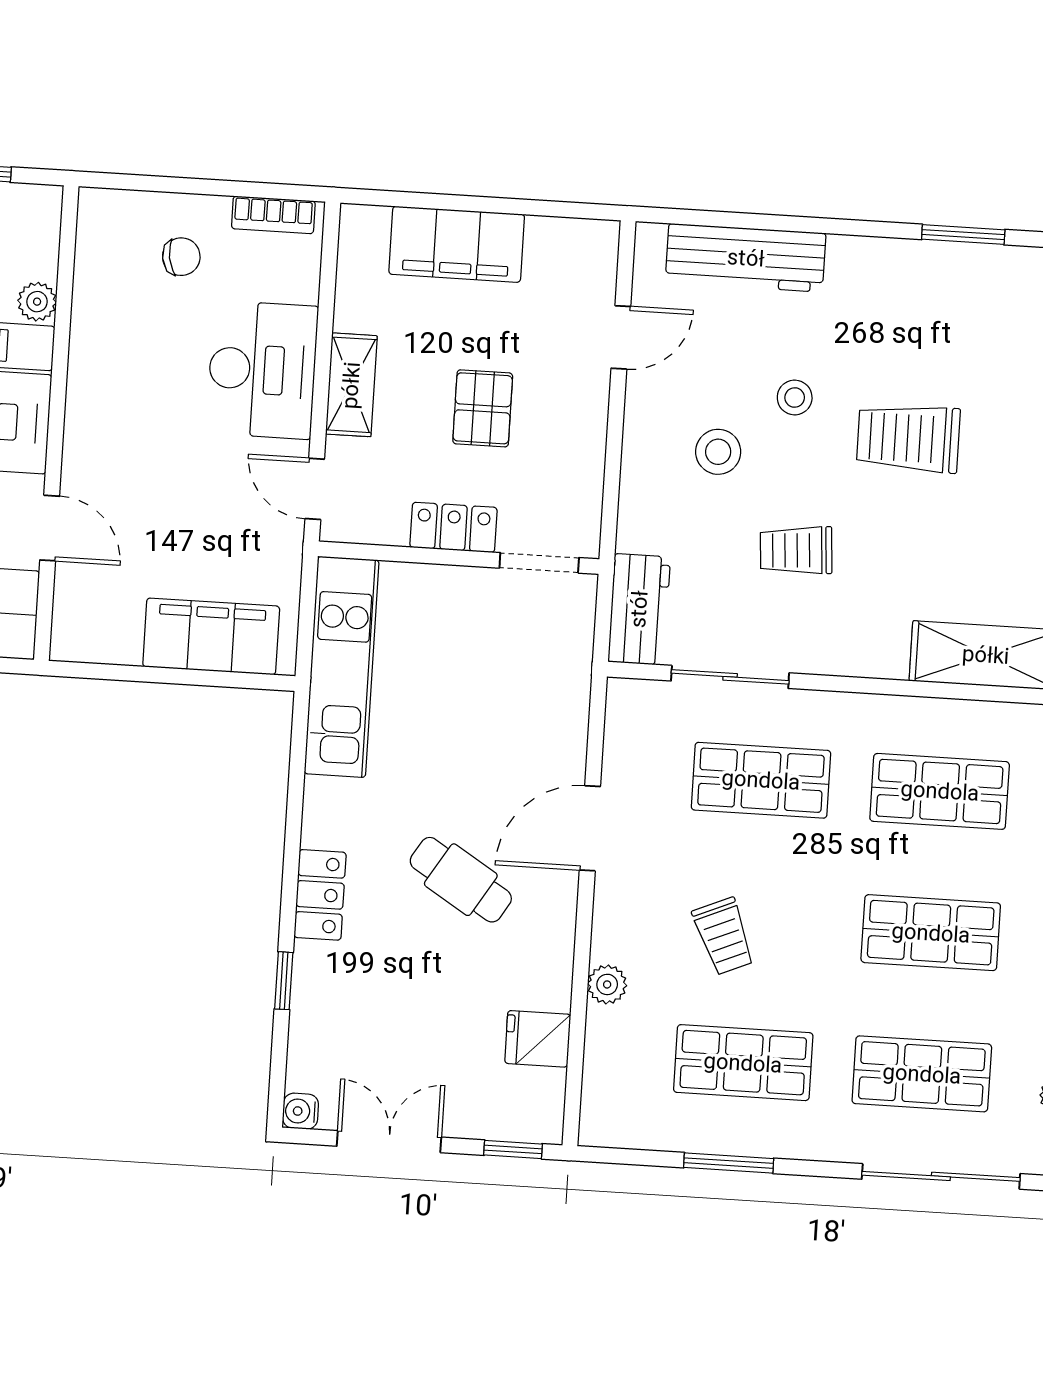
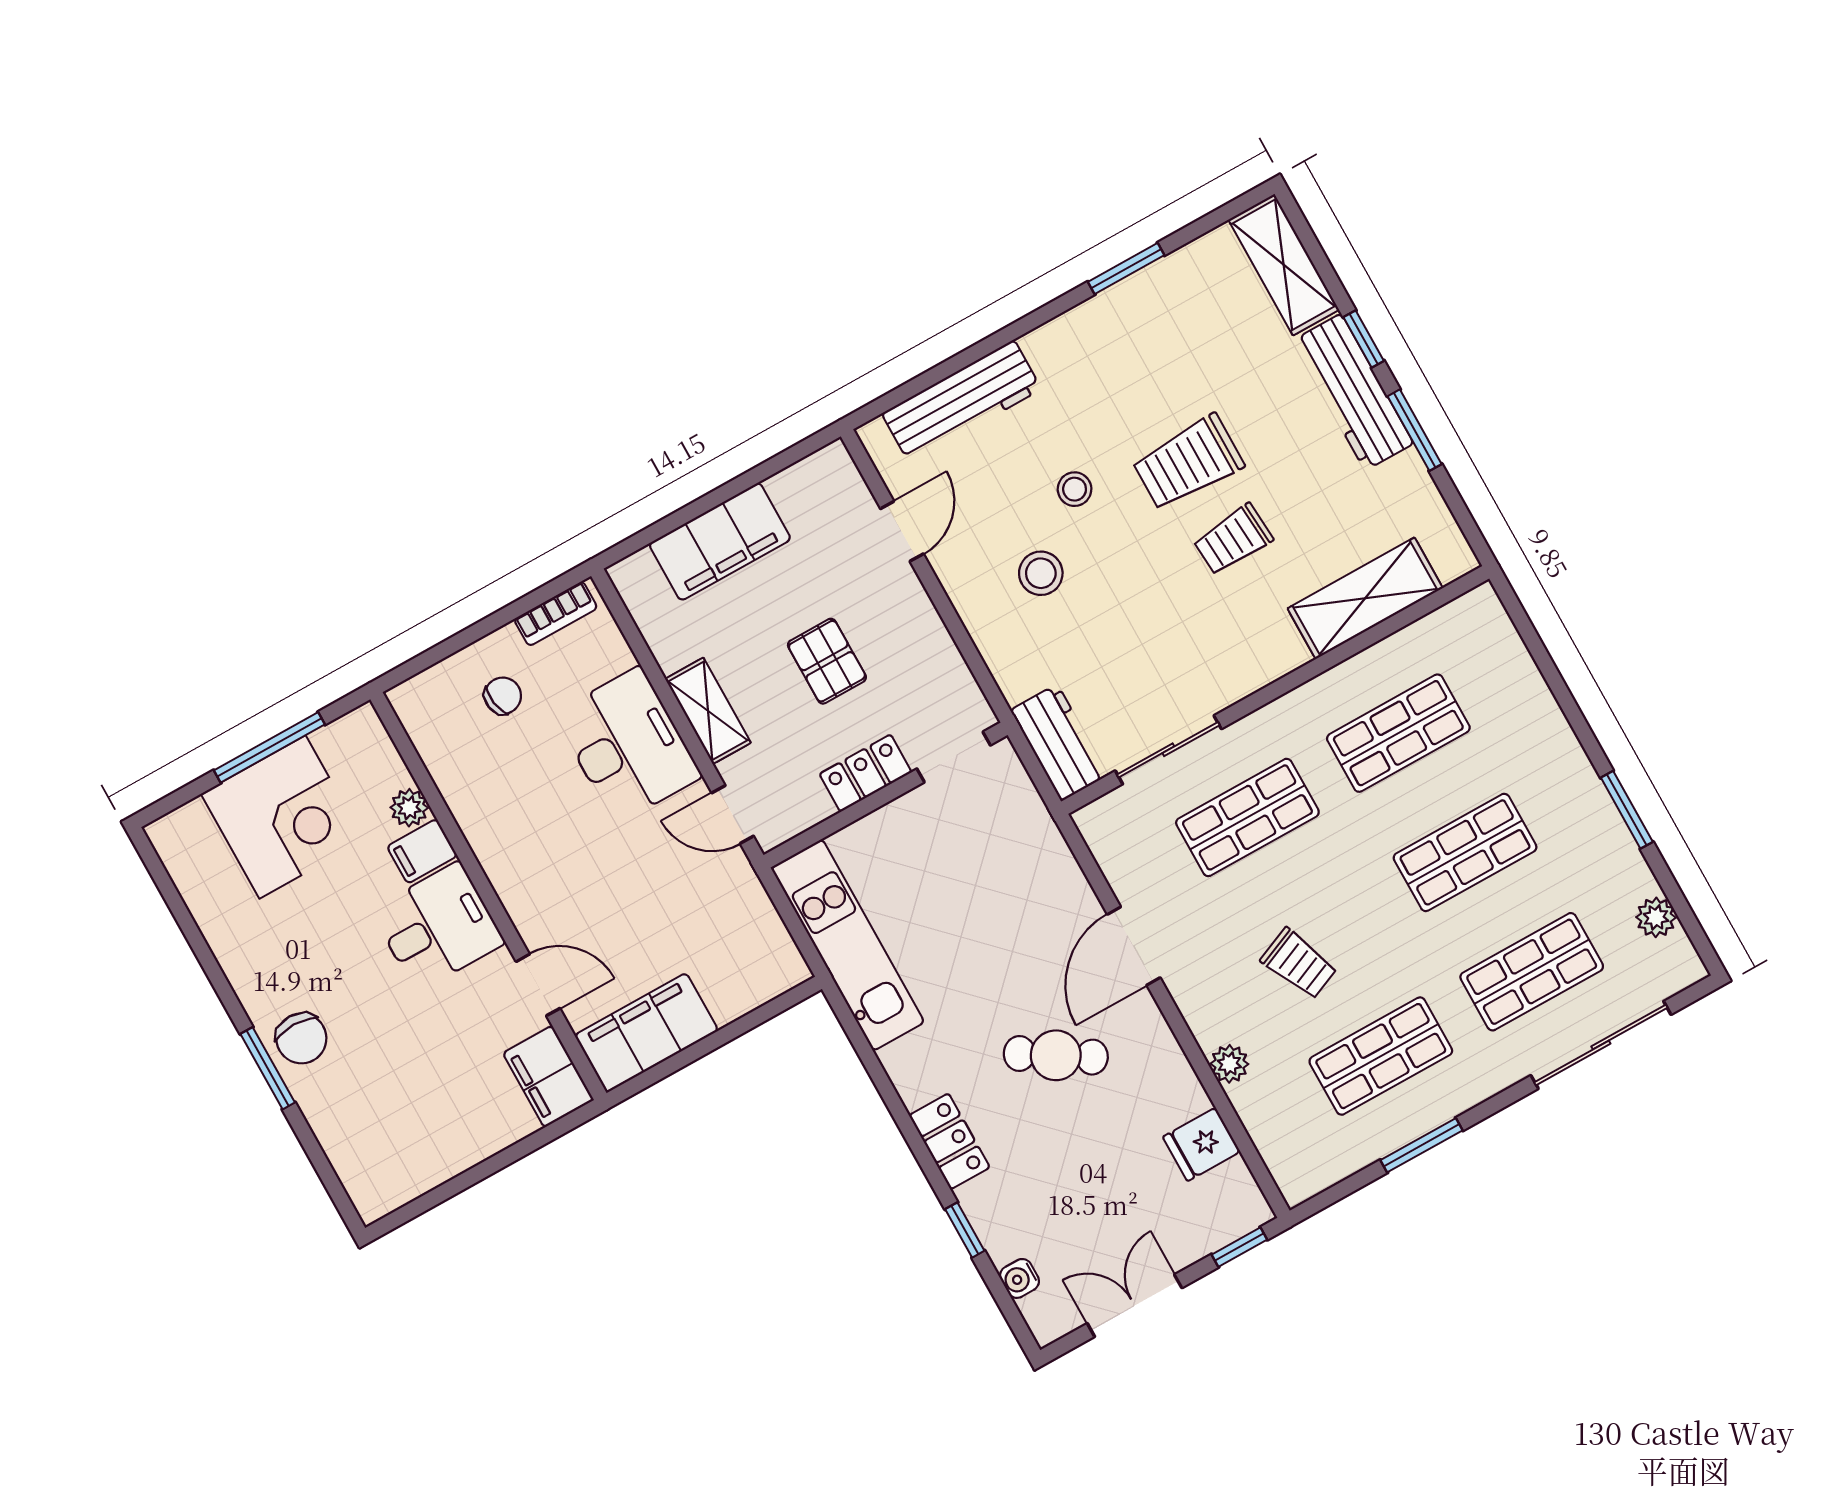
trolley: (796, 550) -> (1233, 540), moved
filing cabinet: (211, 636) -> (646, 1033), moved
water cooler: (300, 1111) -> (1019, 1278), moved

